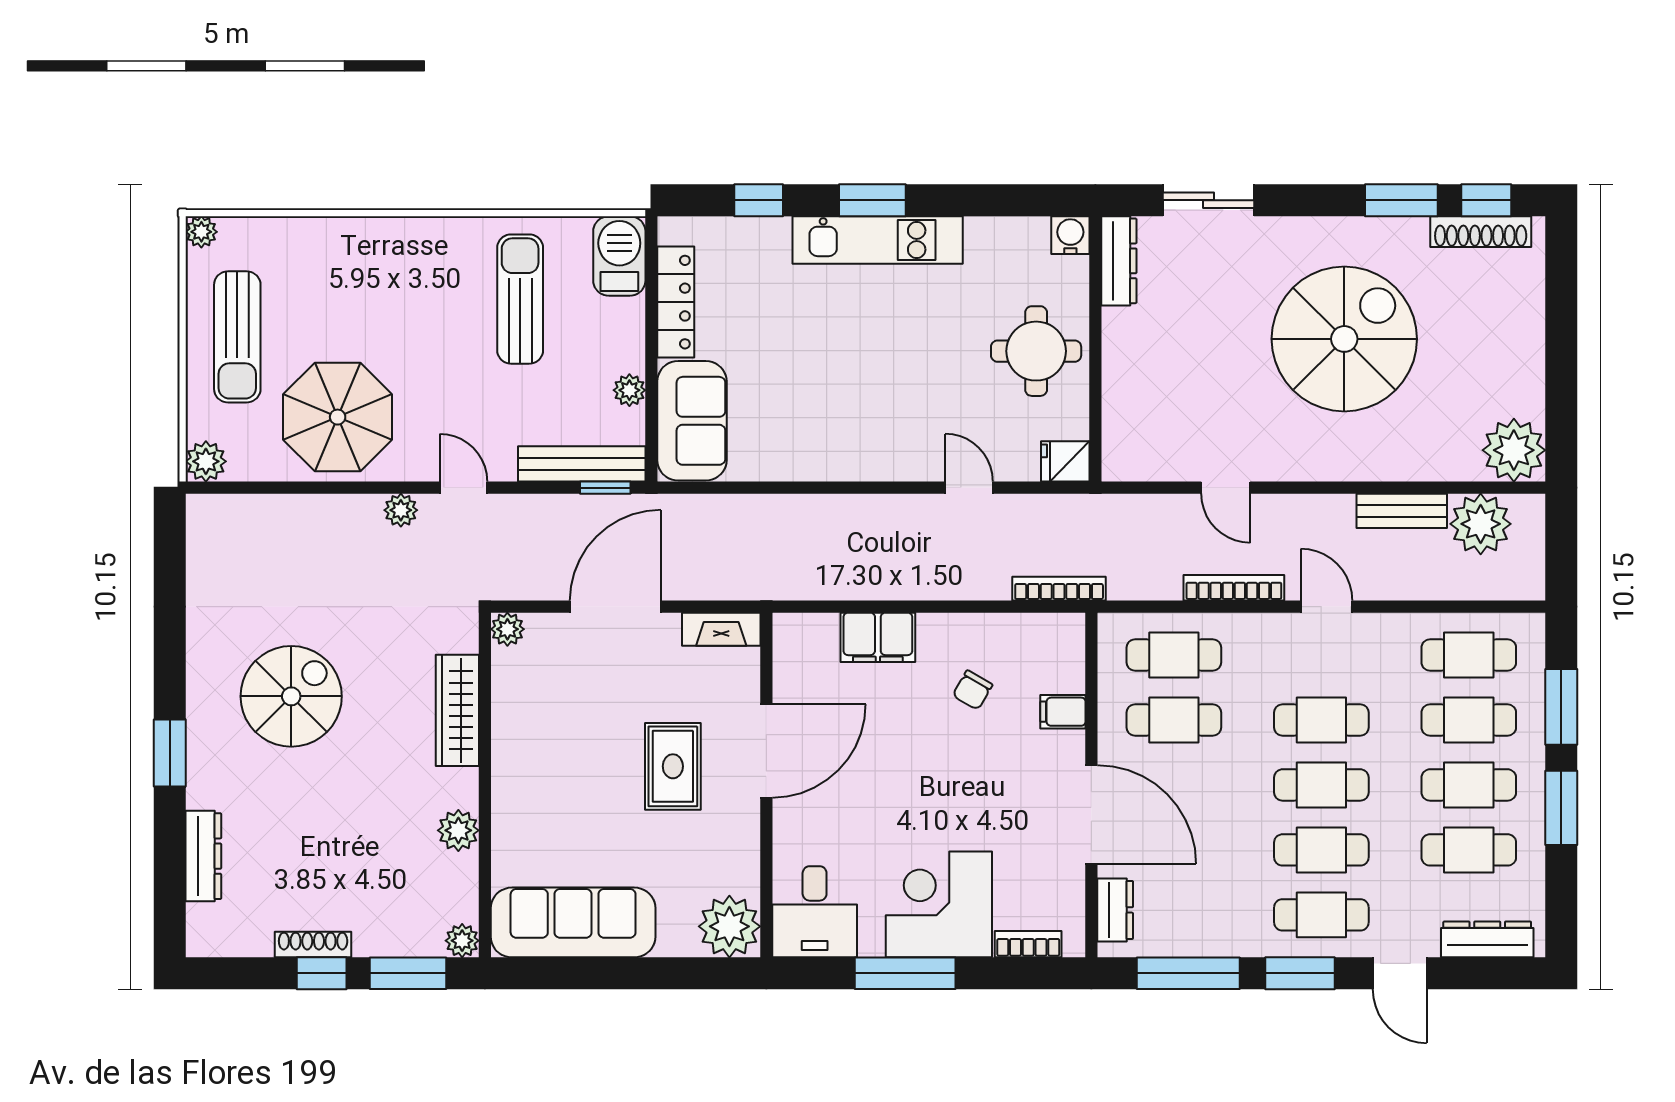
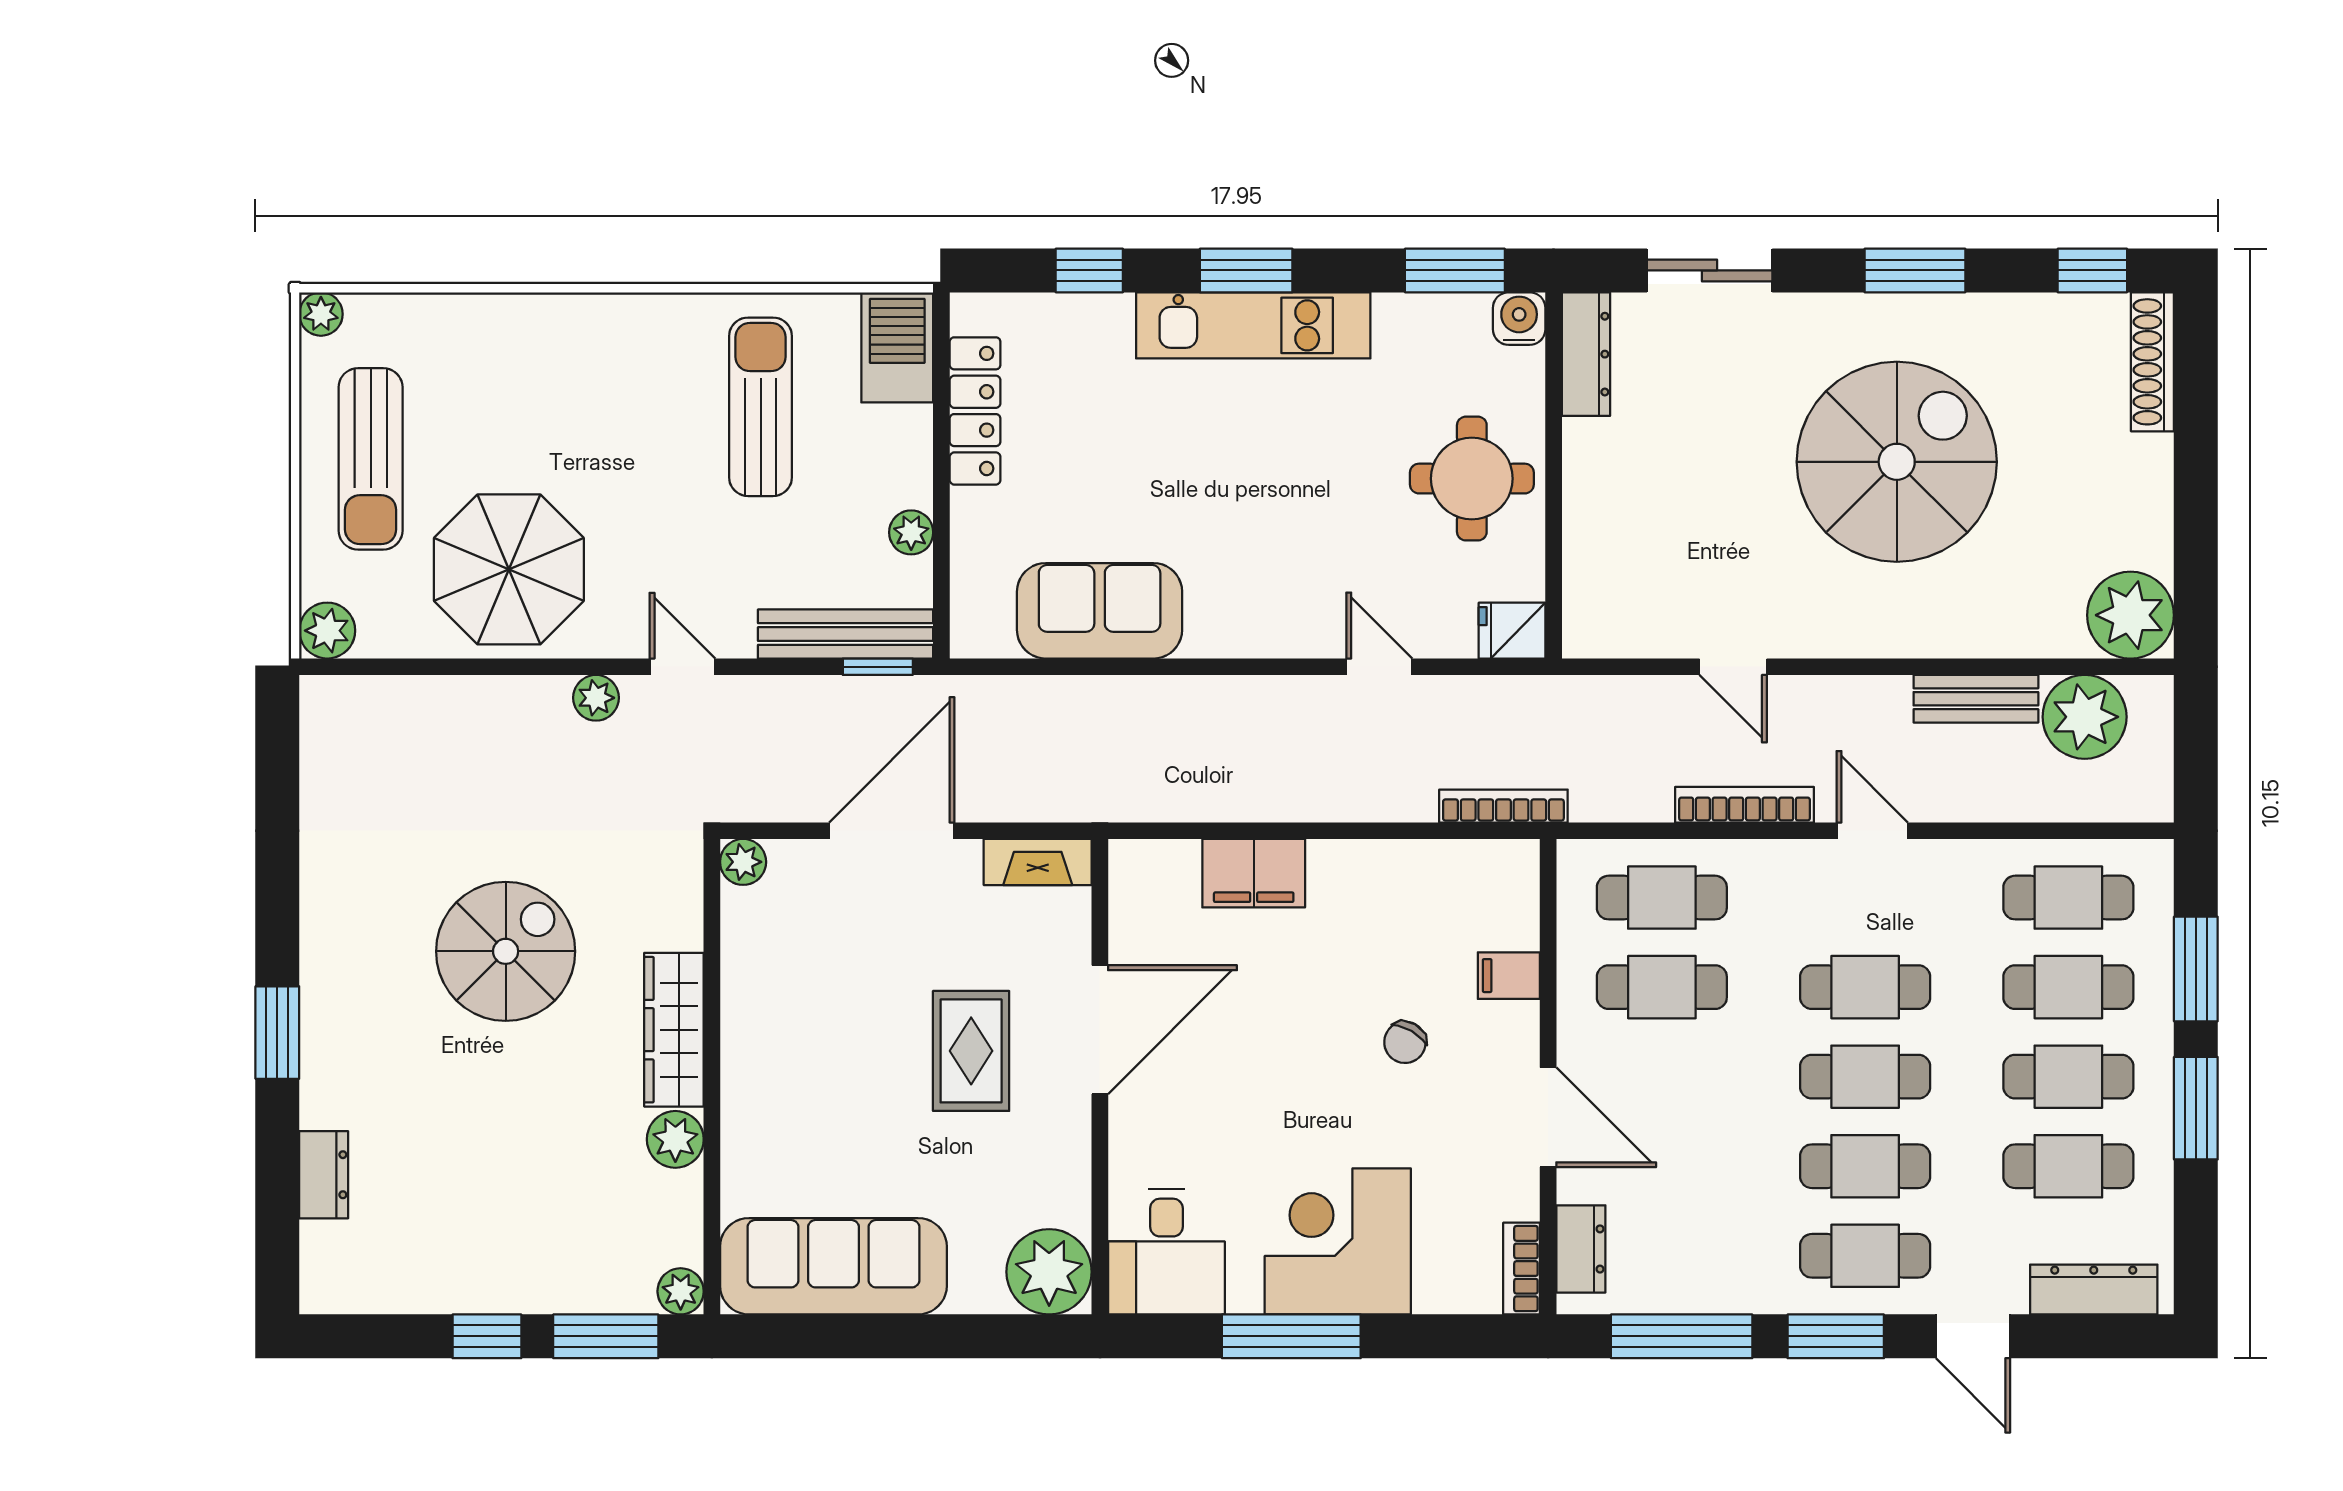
window: (1024, 200) -> (1455, 270), added
window: (1401, 200) -> (1915, 270), moved
shoe rack: (1481, 232) -> (2152, 362), moved, turned 90
sofa: (692, 421) -> (1100, 611), moved, turned -90
chair: (973, 690) -> (1405, 1042), moved
spiral stairs: (291, 696) -> (506, 951), moved
wardrobe: (457, 710) -> (674, 1030), moved
door: (1091, 814) -> (1548, 1117), width x0.73
dresser: (203, 856) -> (324, 1175), width x0.70
shoe rack: (313, 944) -> (475, 1297), removed
bookcase: (1028, 944) -> (1522, 1269), moved, turned -90

